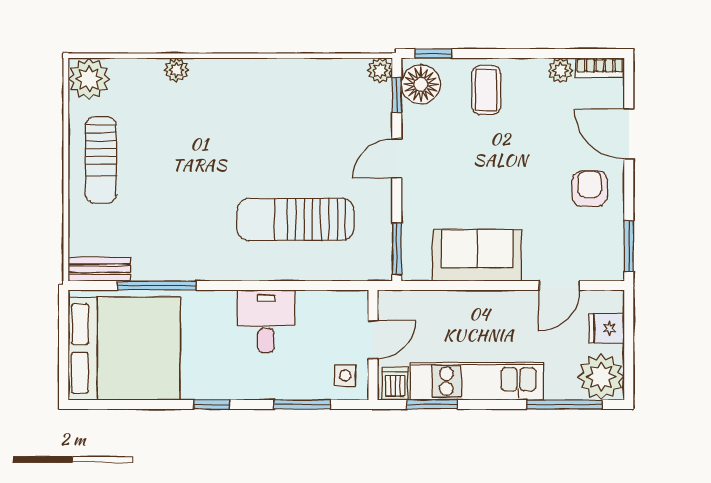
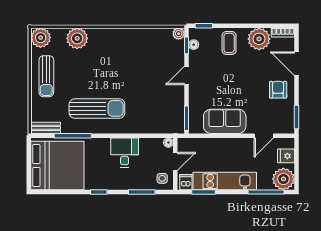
plant: (176, 70) -> (77, 38), width x1.87, depth x1.87
plant: (560, 70) -> (259, 39), width x1.88, depth x1.88
floor lamp: (421, 84) -> (194, 45), width x0.53, depth x0.53
sun lounger: (295, 219) -> (97, 108), moved, turned 180
floor lamp: (358, 300) -> (168, 143), added

